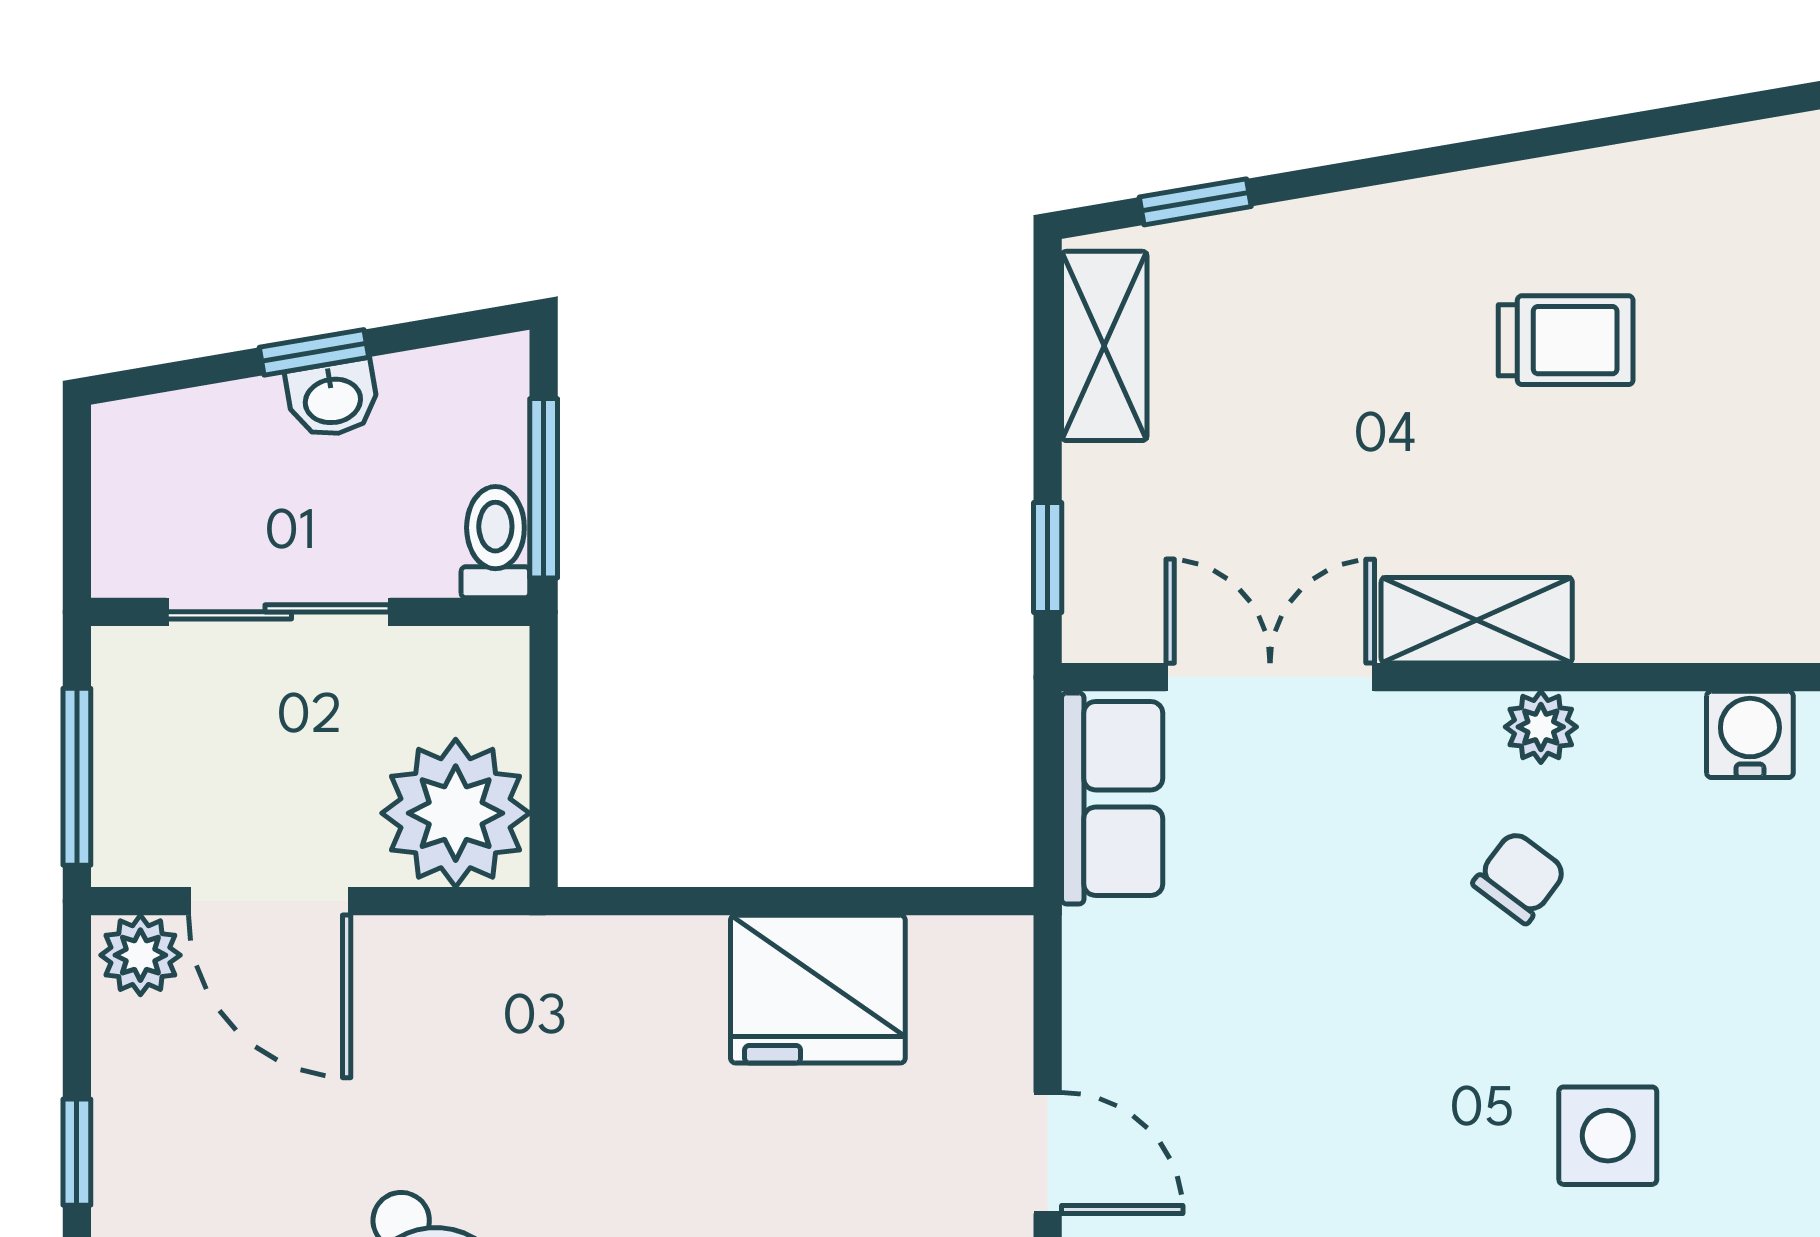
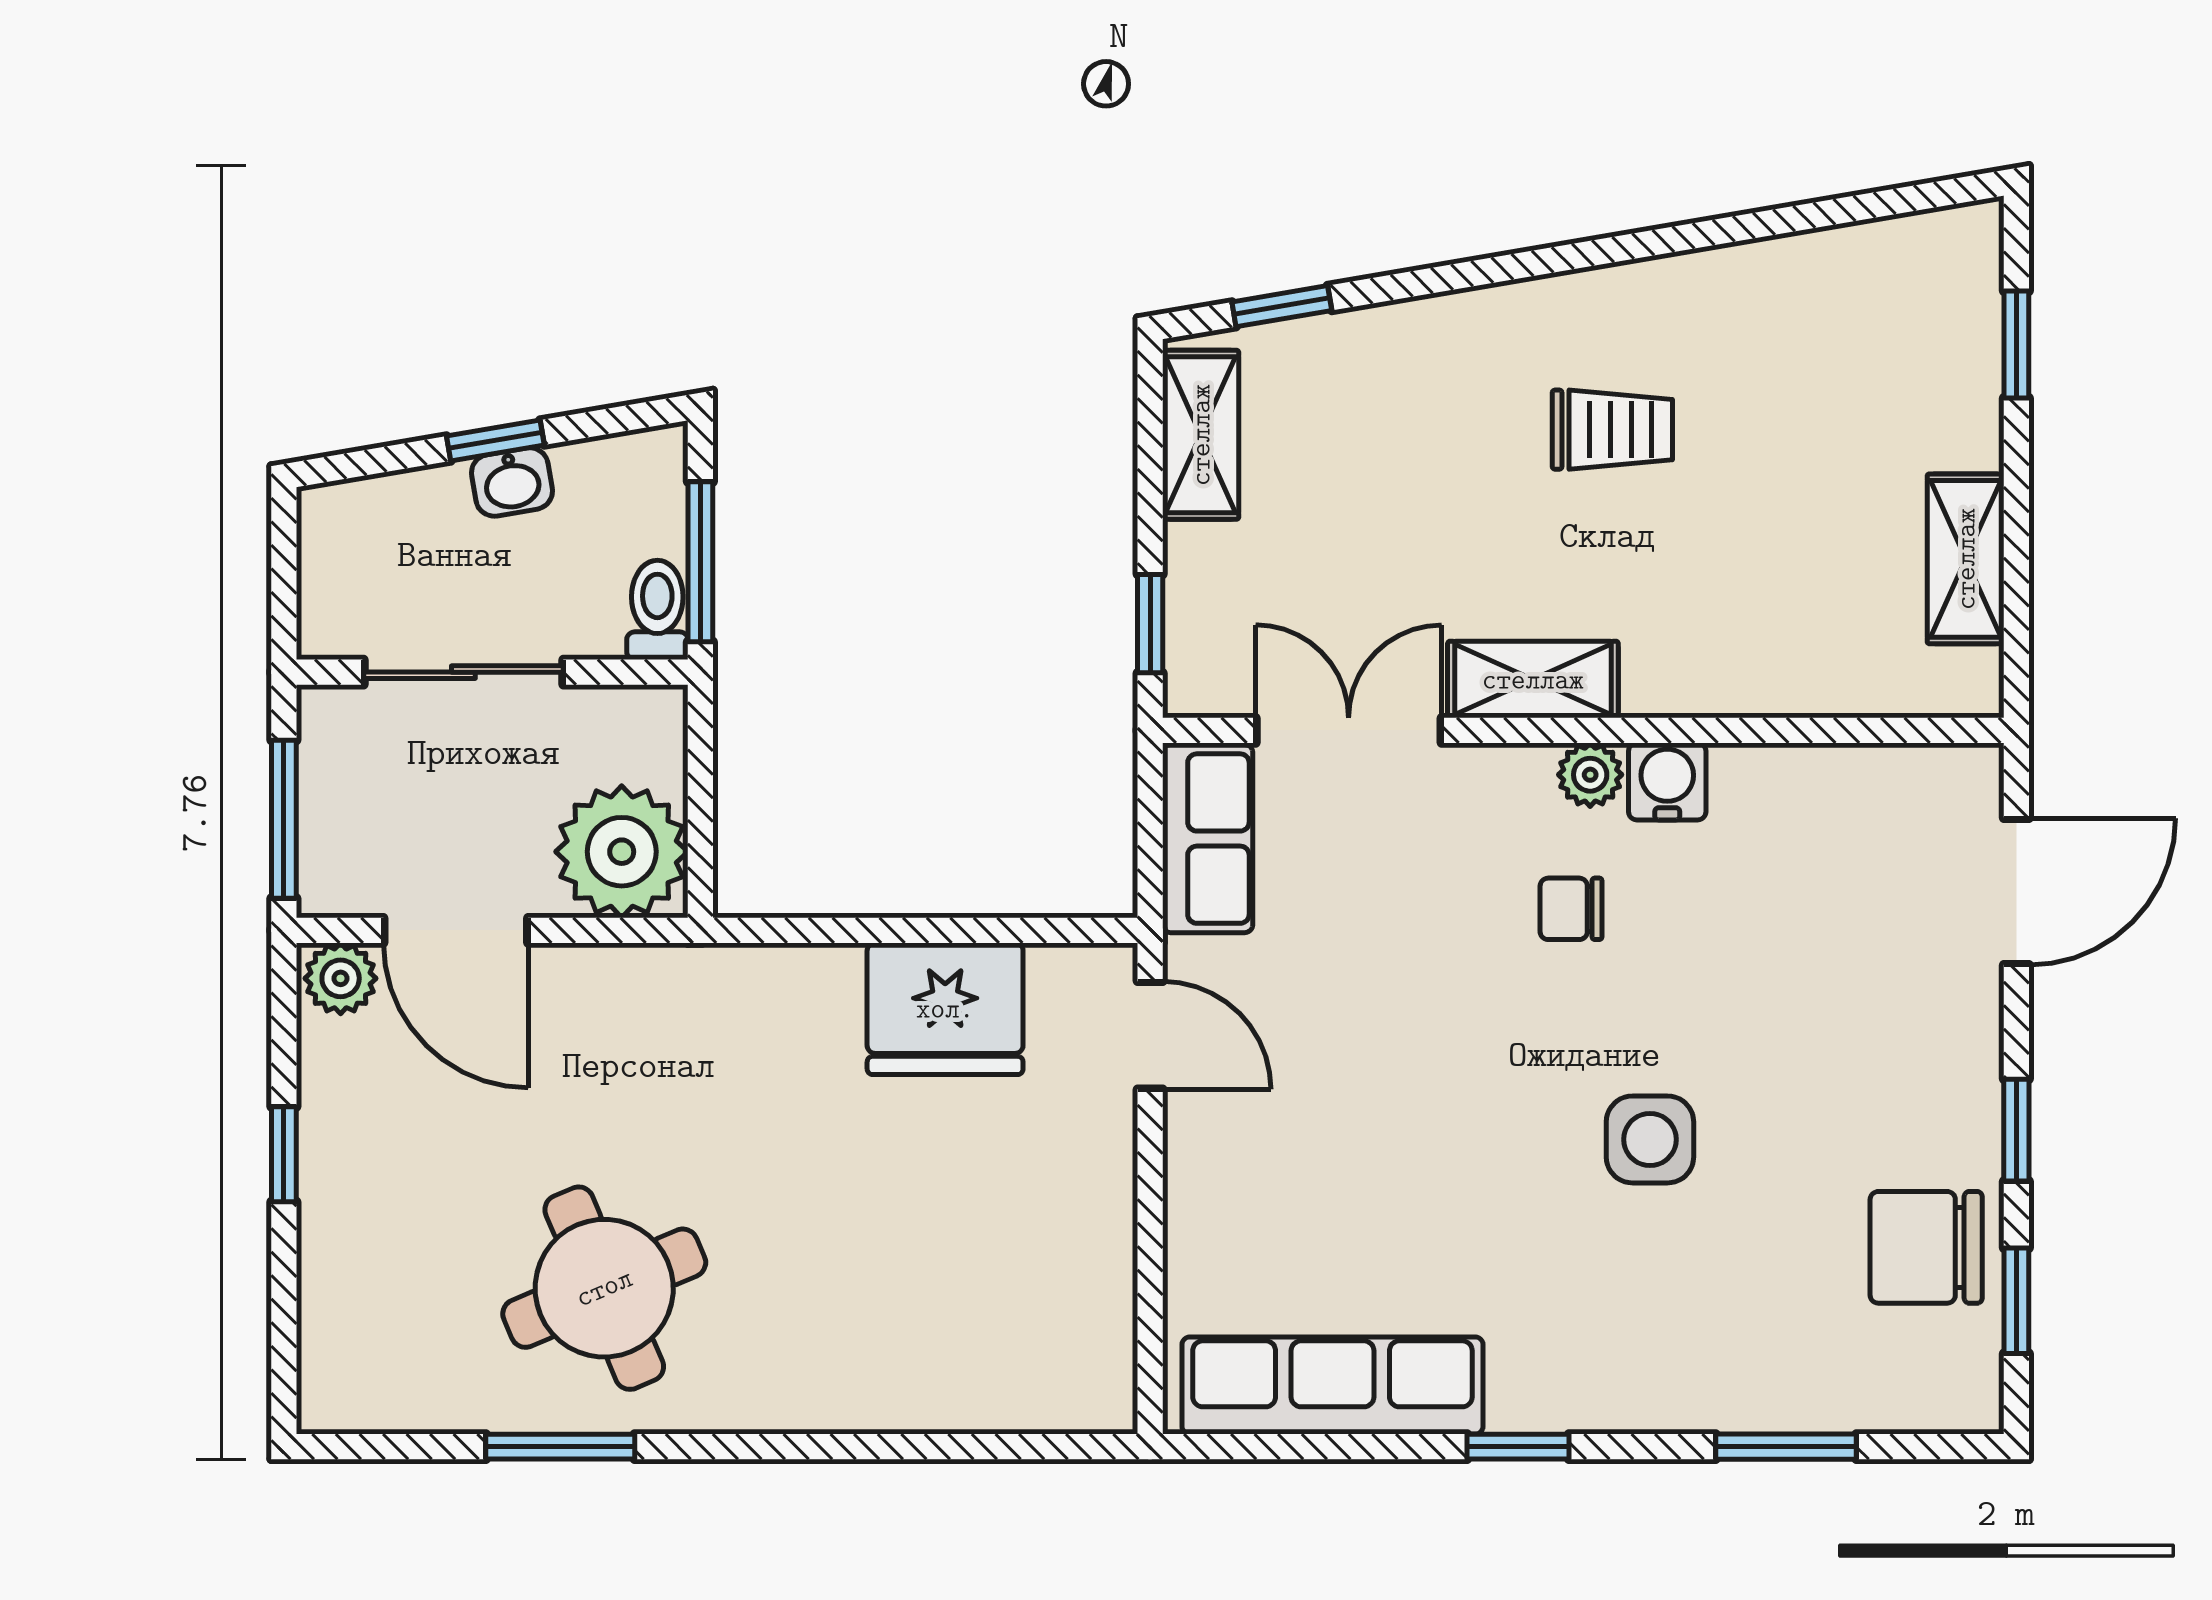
water cooler: (1750, 734) -> (1667, 781), moved
chair: (1519, 877) -> (1571, 909), turned -127
door: (1048, 1153) -> (1150, 1035), moved

